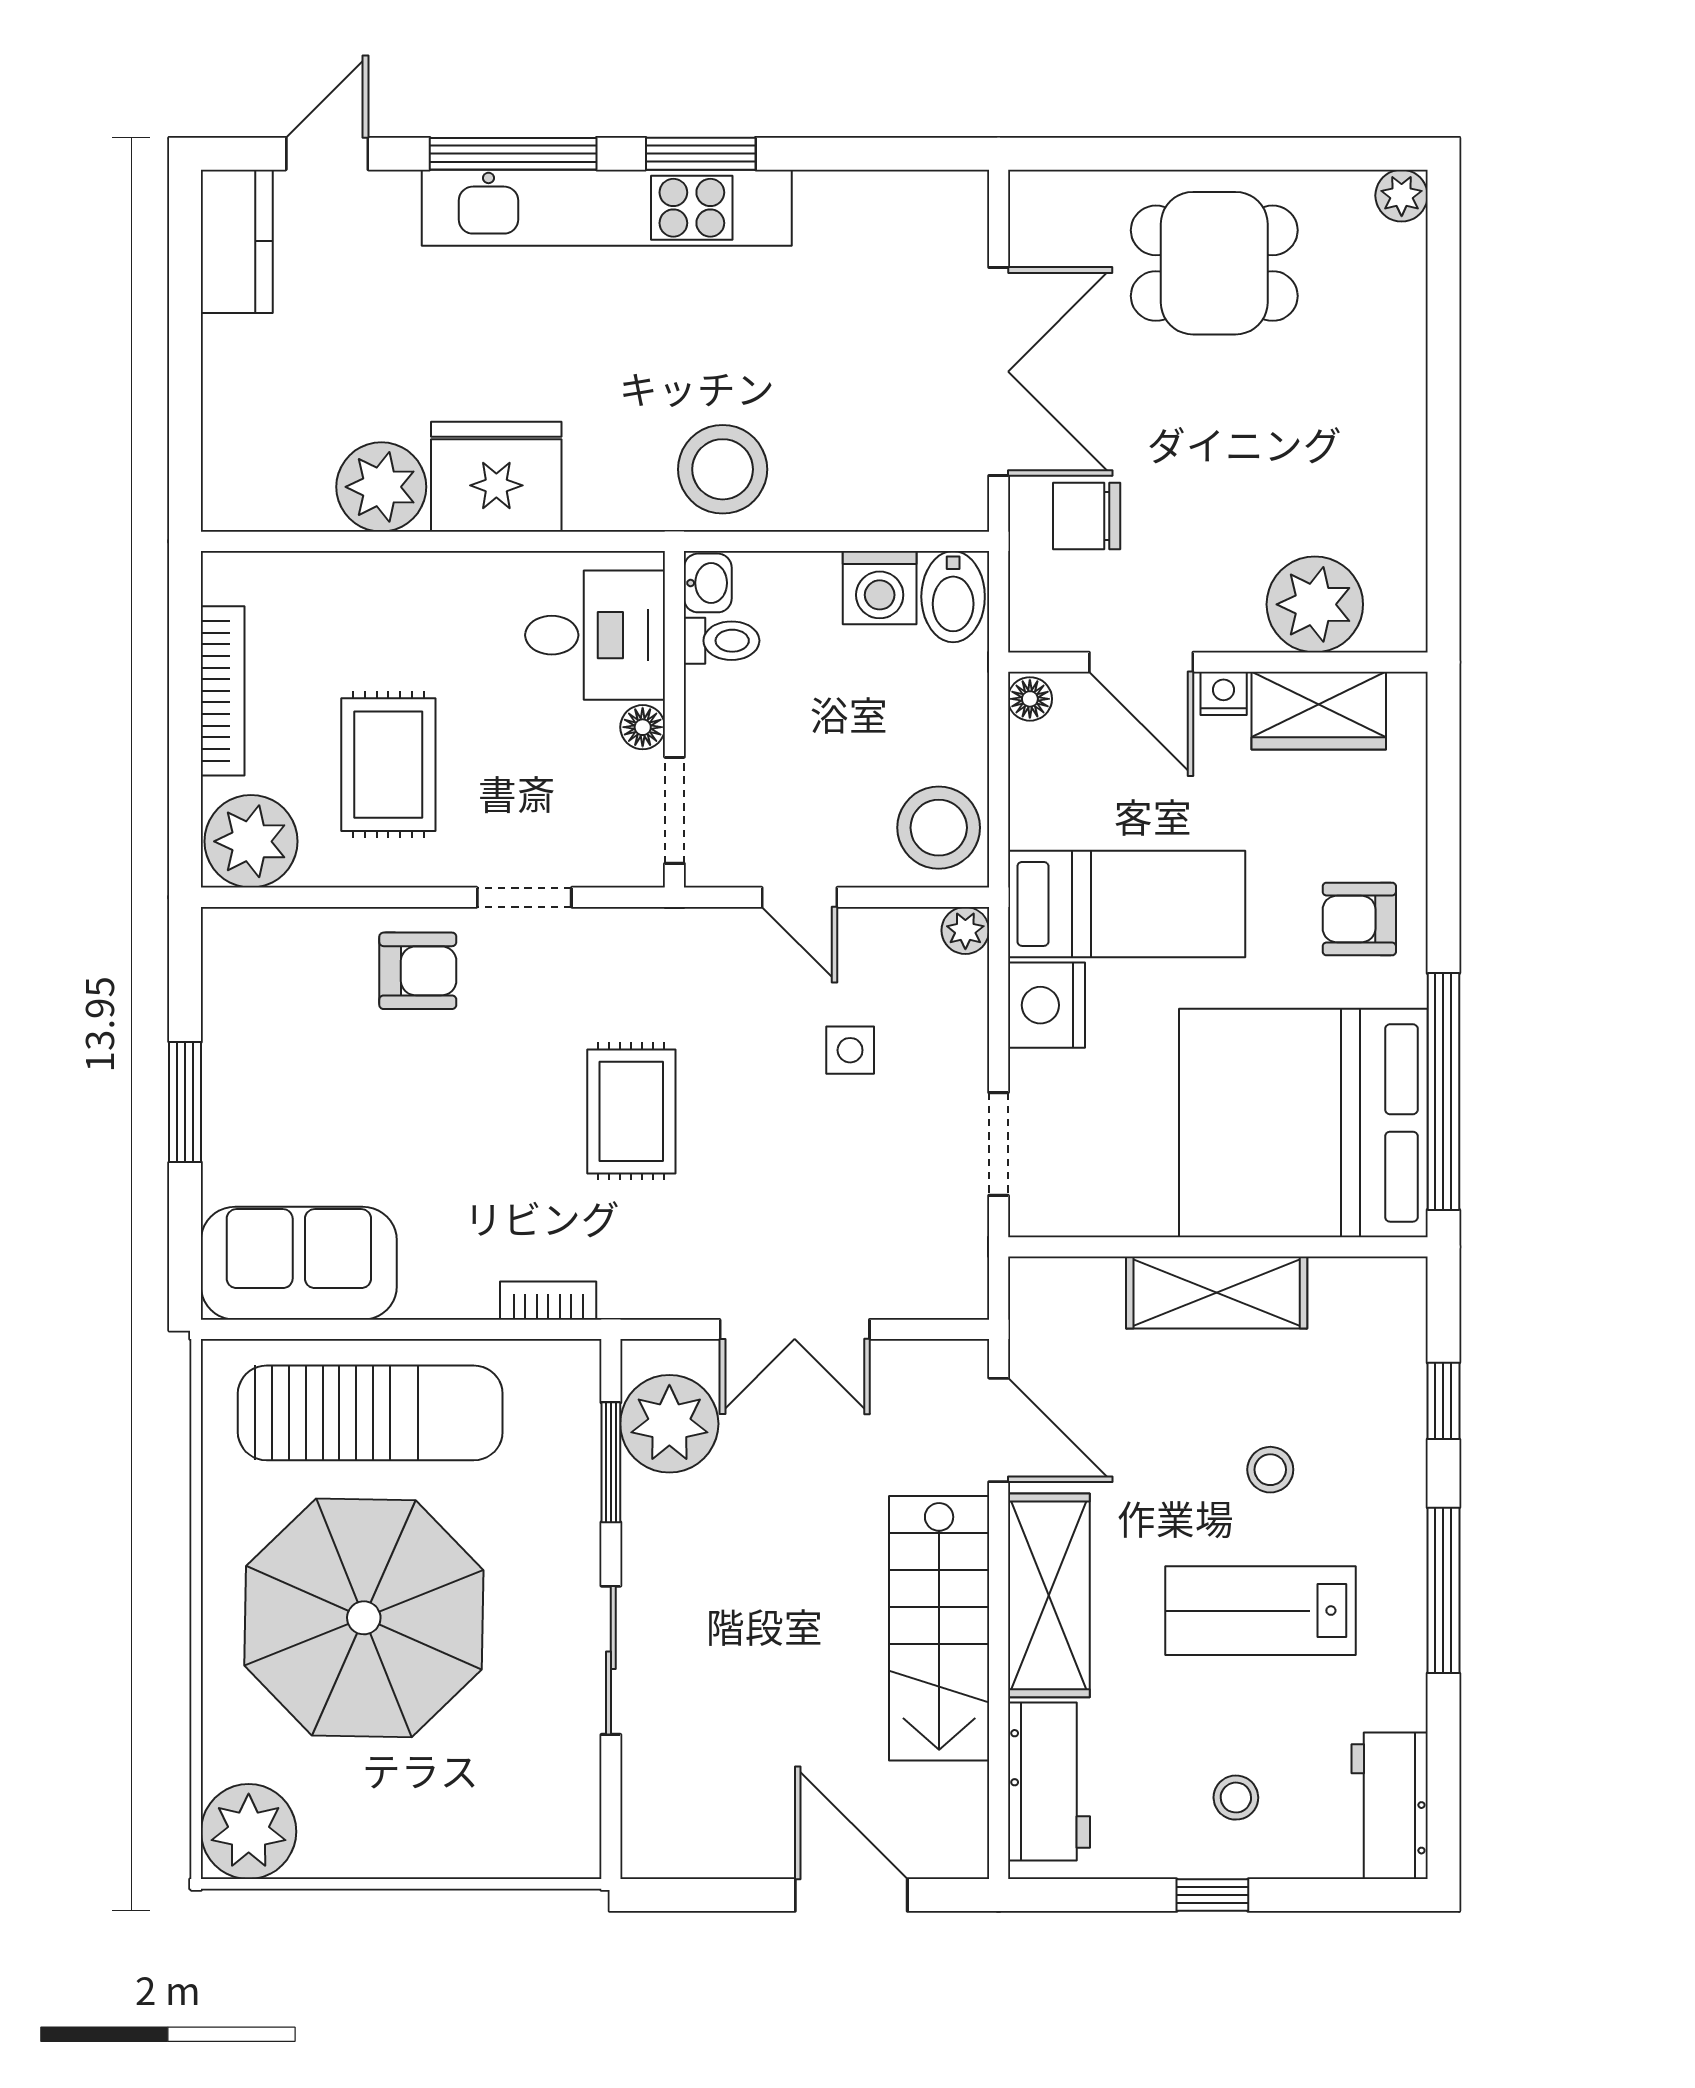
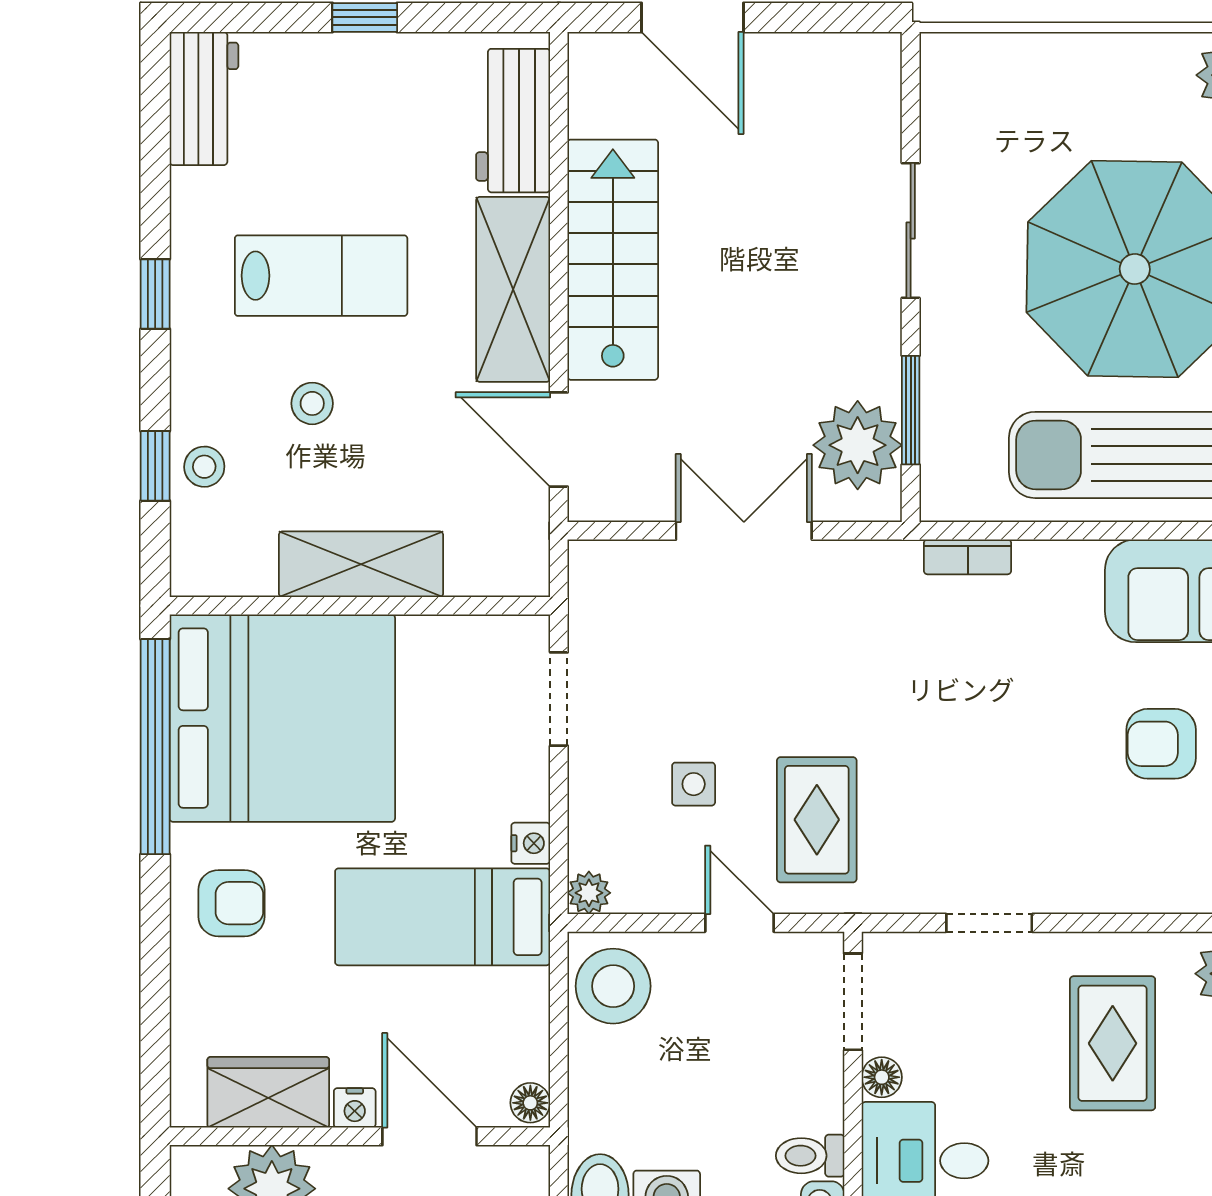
armchair: (418, 971) -> (1161, 744), moved
nightstand: (1046, 1005) -> (531, 843), width x0.53, depth x0.56
rug: (631, 1111) -> (817, 820), moved
window: (1443, 1590) -> (155, 294), width x0.46
stool: (1236, 1798) -> (204, 467), moved

